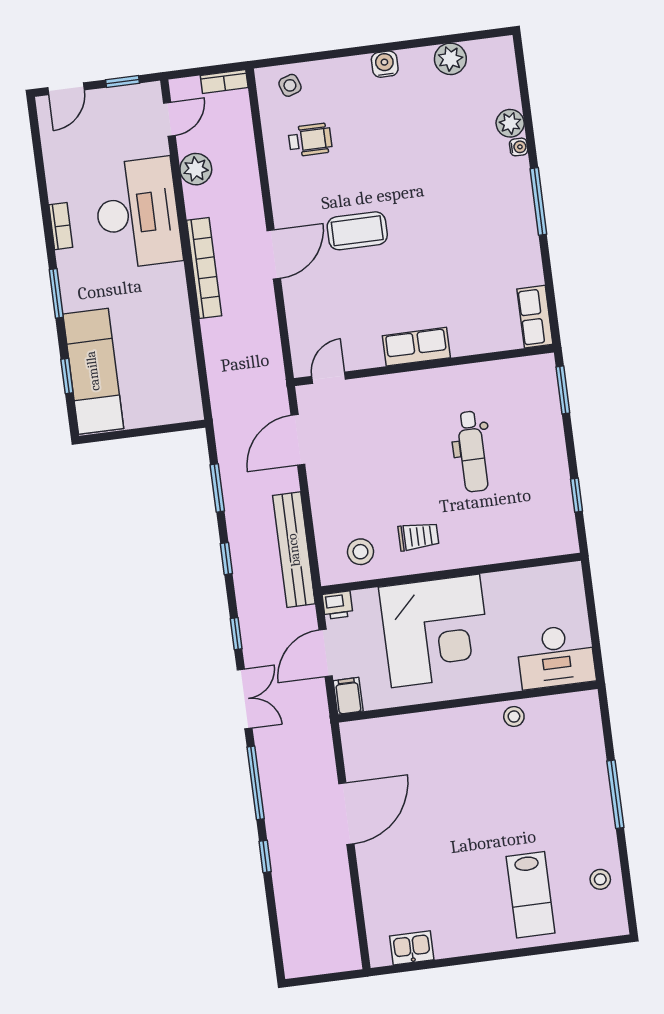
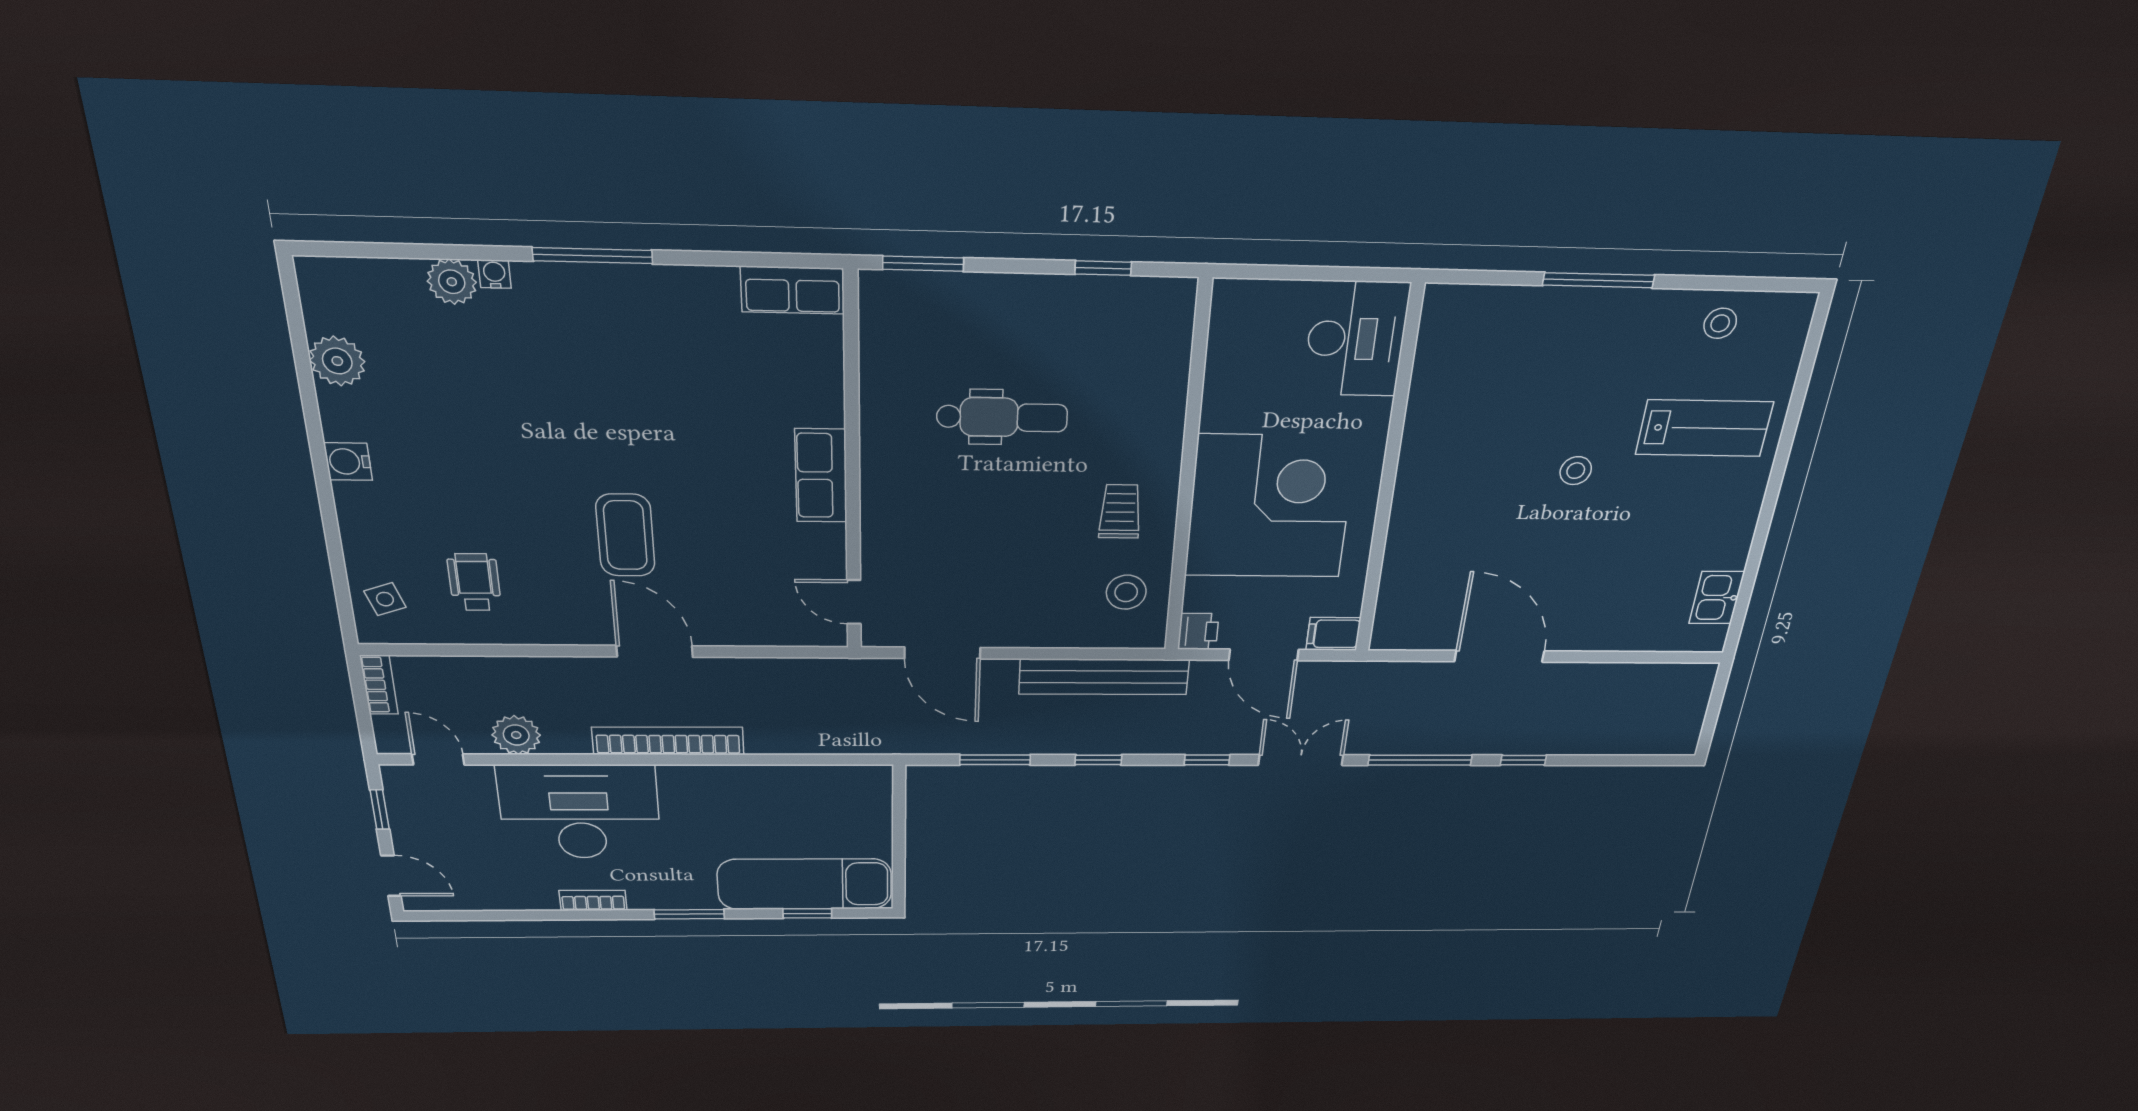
stool: (514, 717) -> (1576, 471), moved

